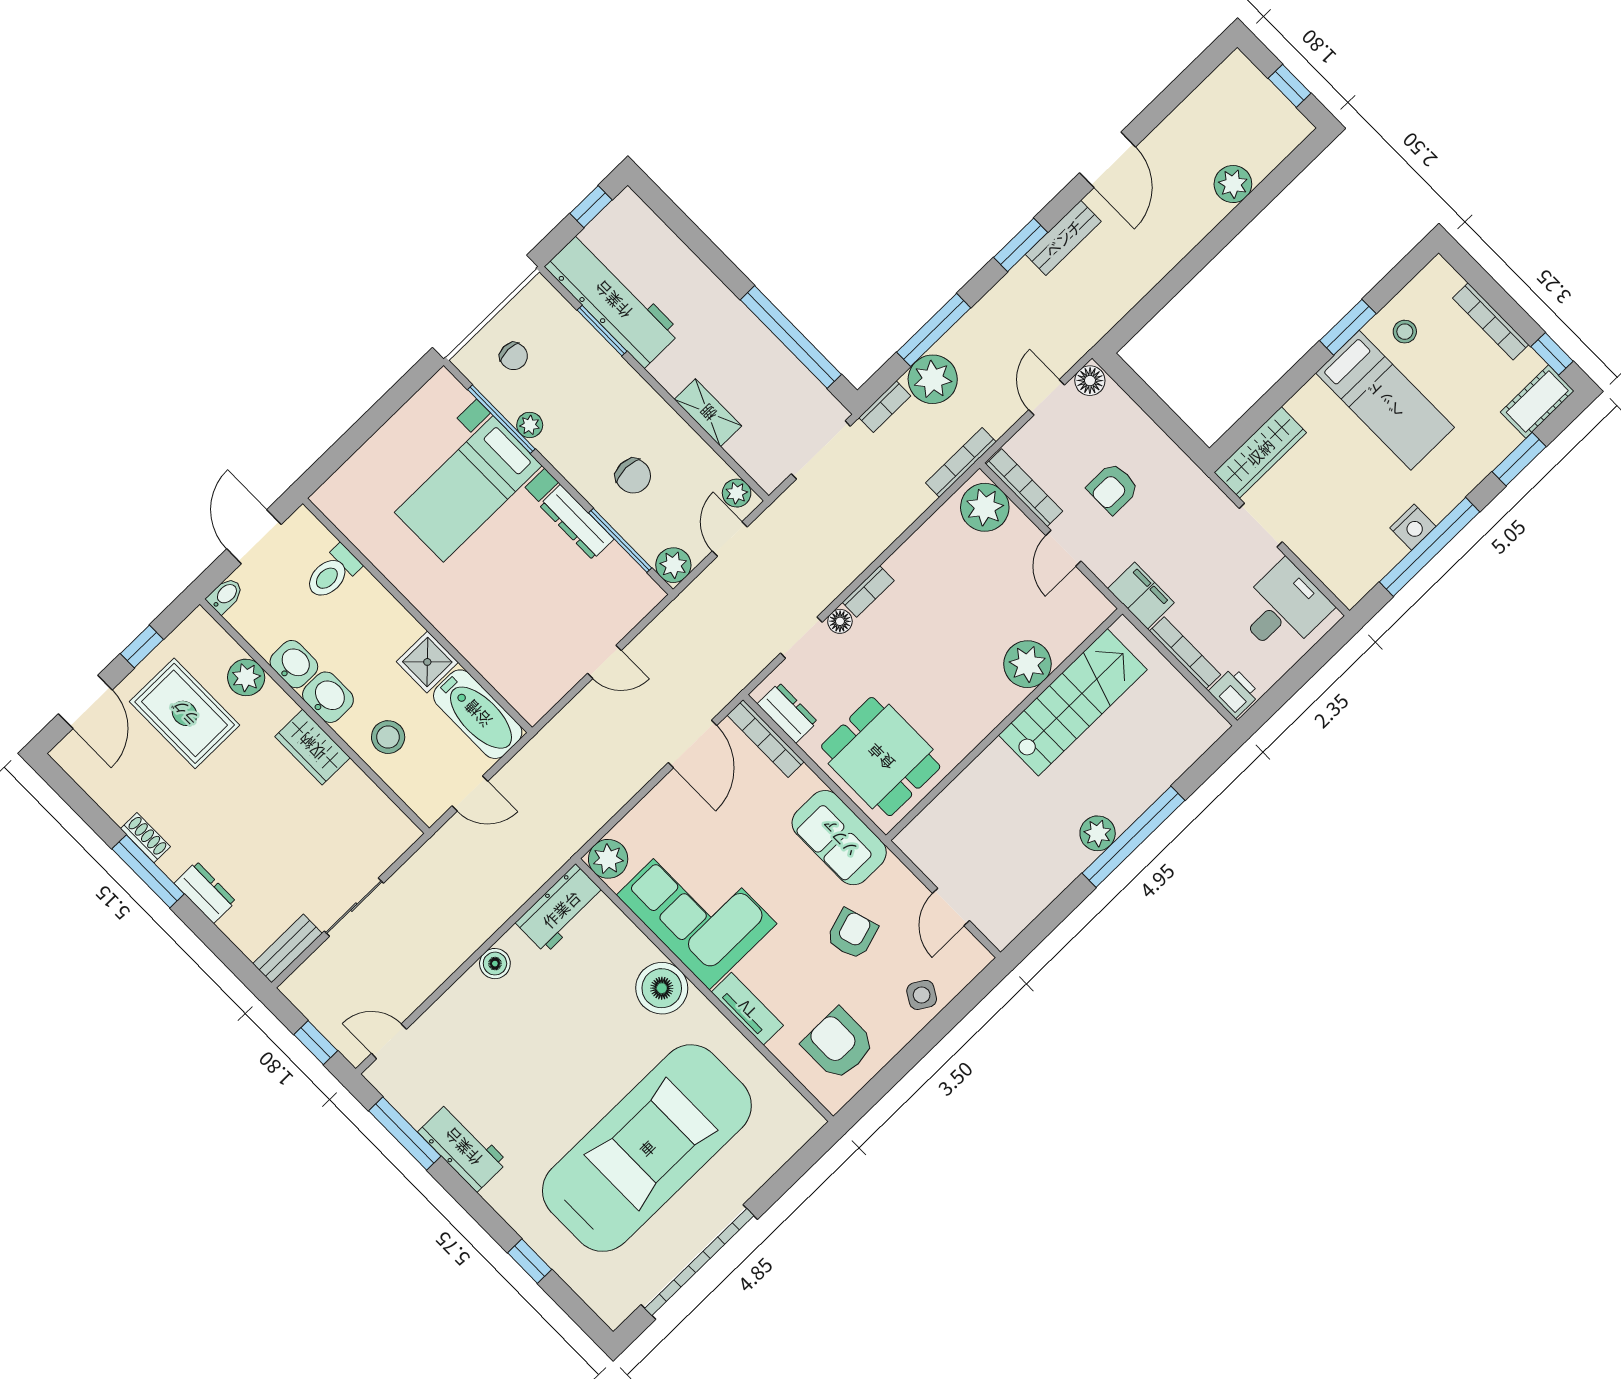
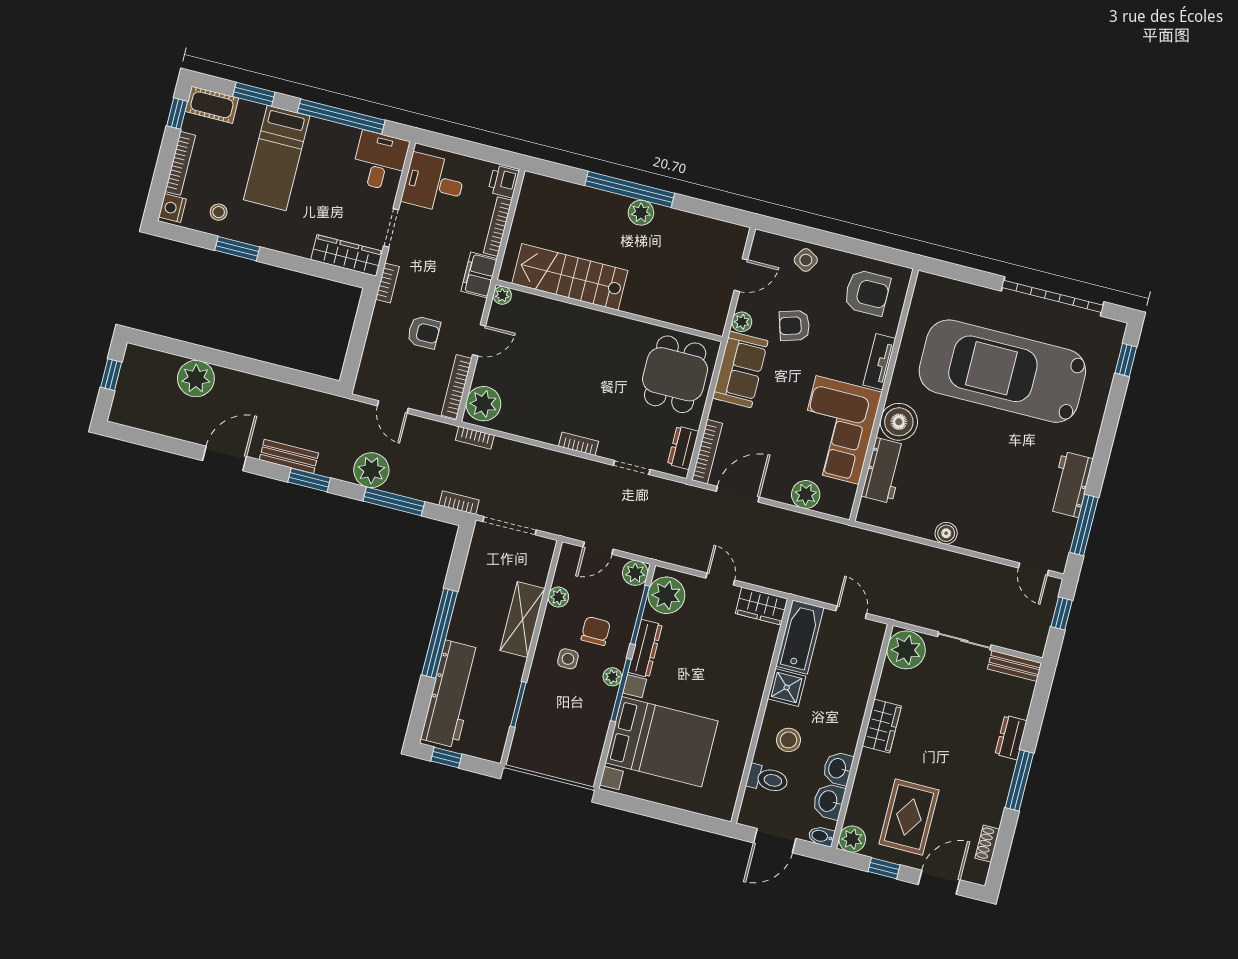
plant: (1233, 184) -> (196, 379), width x1.36, depth x1.36
workbench: (613, 300) -> (451, 694), moved, turned 180
window: (791, 337) -> (440, 633), moved
chair: (514, 356) -> (567, 749), removed
plant: (933, 379) -> (371, 470), moved
floor lamp: (1090, 381) -> (366, 387), removed
door: (1047, 397) -> (393, 407), hinge flipped
bed: (1385, 400) -> (277, 158), moved, turned 180
shelving: (708, 413) -> (523, 619), width x1.50, depth x1.33
window: (501, 419) -> (621, 690), moved
side table: (620, 423) -> (568, 659), added
plant: (530, 425) -> (612, 677), moved
bookcase: (961, 462) -> (475, 438), width x0.64
bookcase: (1198, 481) -> (387, 283), added
bed with nightstands: (468, 489) -> (662, 742), width x1.36
plant: (737, 493) -> (558, 597), moved
nightstand: (1413, 527) -> (172, 208), moved, turned -90
desk: (1348, 561) -> (380, 161), added
plant: (624, 586) -> (666, 595), added
floor lamp: (840, 621) -> (607, 450), removed
plant: (1027, 664) -> (502, 295), moved, width x0.53, depth x0.53
plant: (246, 677) -> (852, 839), moved
wardrobe: (542, 691) -> (762, 606), added
washbasin: (328, 697) -> (829, 801), moved
stool: (388, 737) -> (788, 740), moved
plant: (385, 831) -> (906, 650), added
shoe rack: (145, 838) -> (987, 844), moved
plant: (608, 859) -> (806, 494), moved
plant: (895, 874) -> (742, 322), added
workbench: (561, 909) -> (884, 471), moved, turned 90
armchair: (838, 1044) -> (867, 293), turned -90
window: (530, 1261) -> (1126, 360), moved

